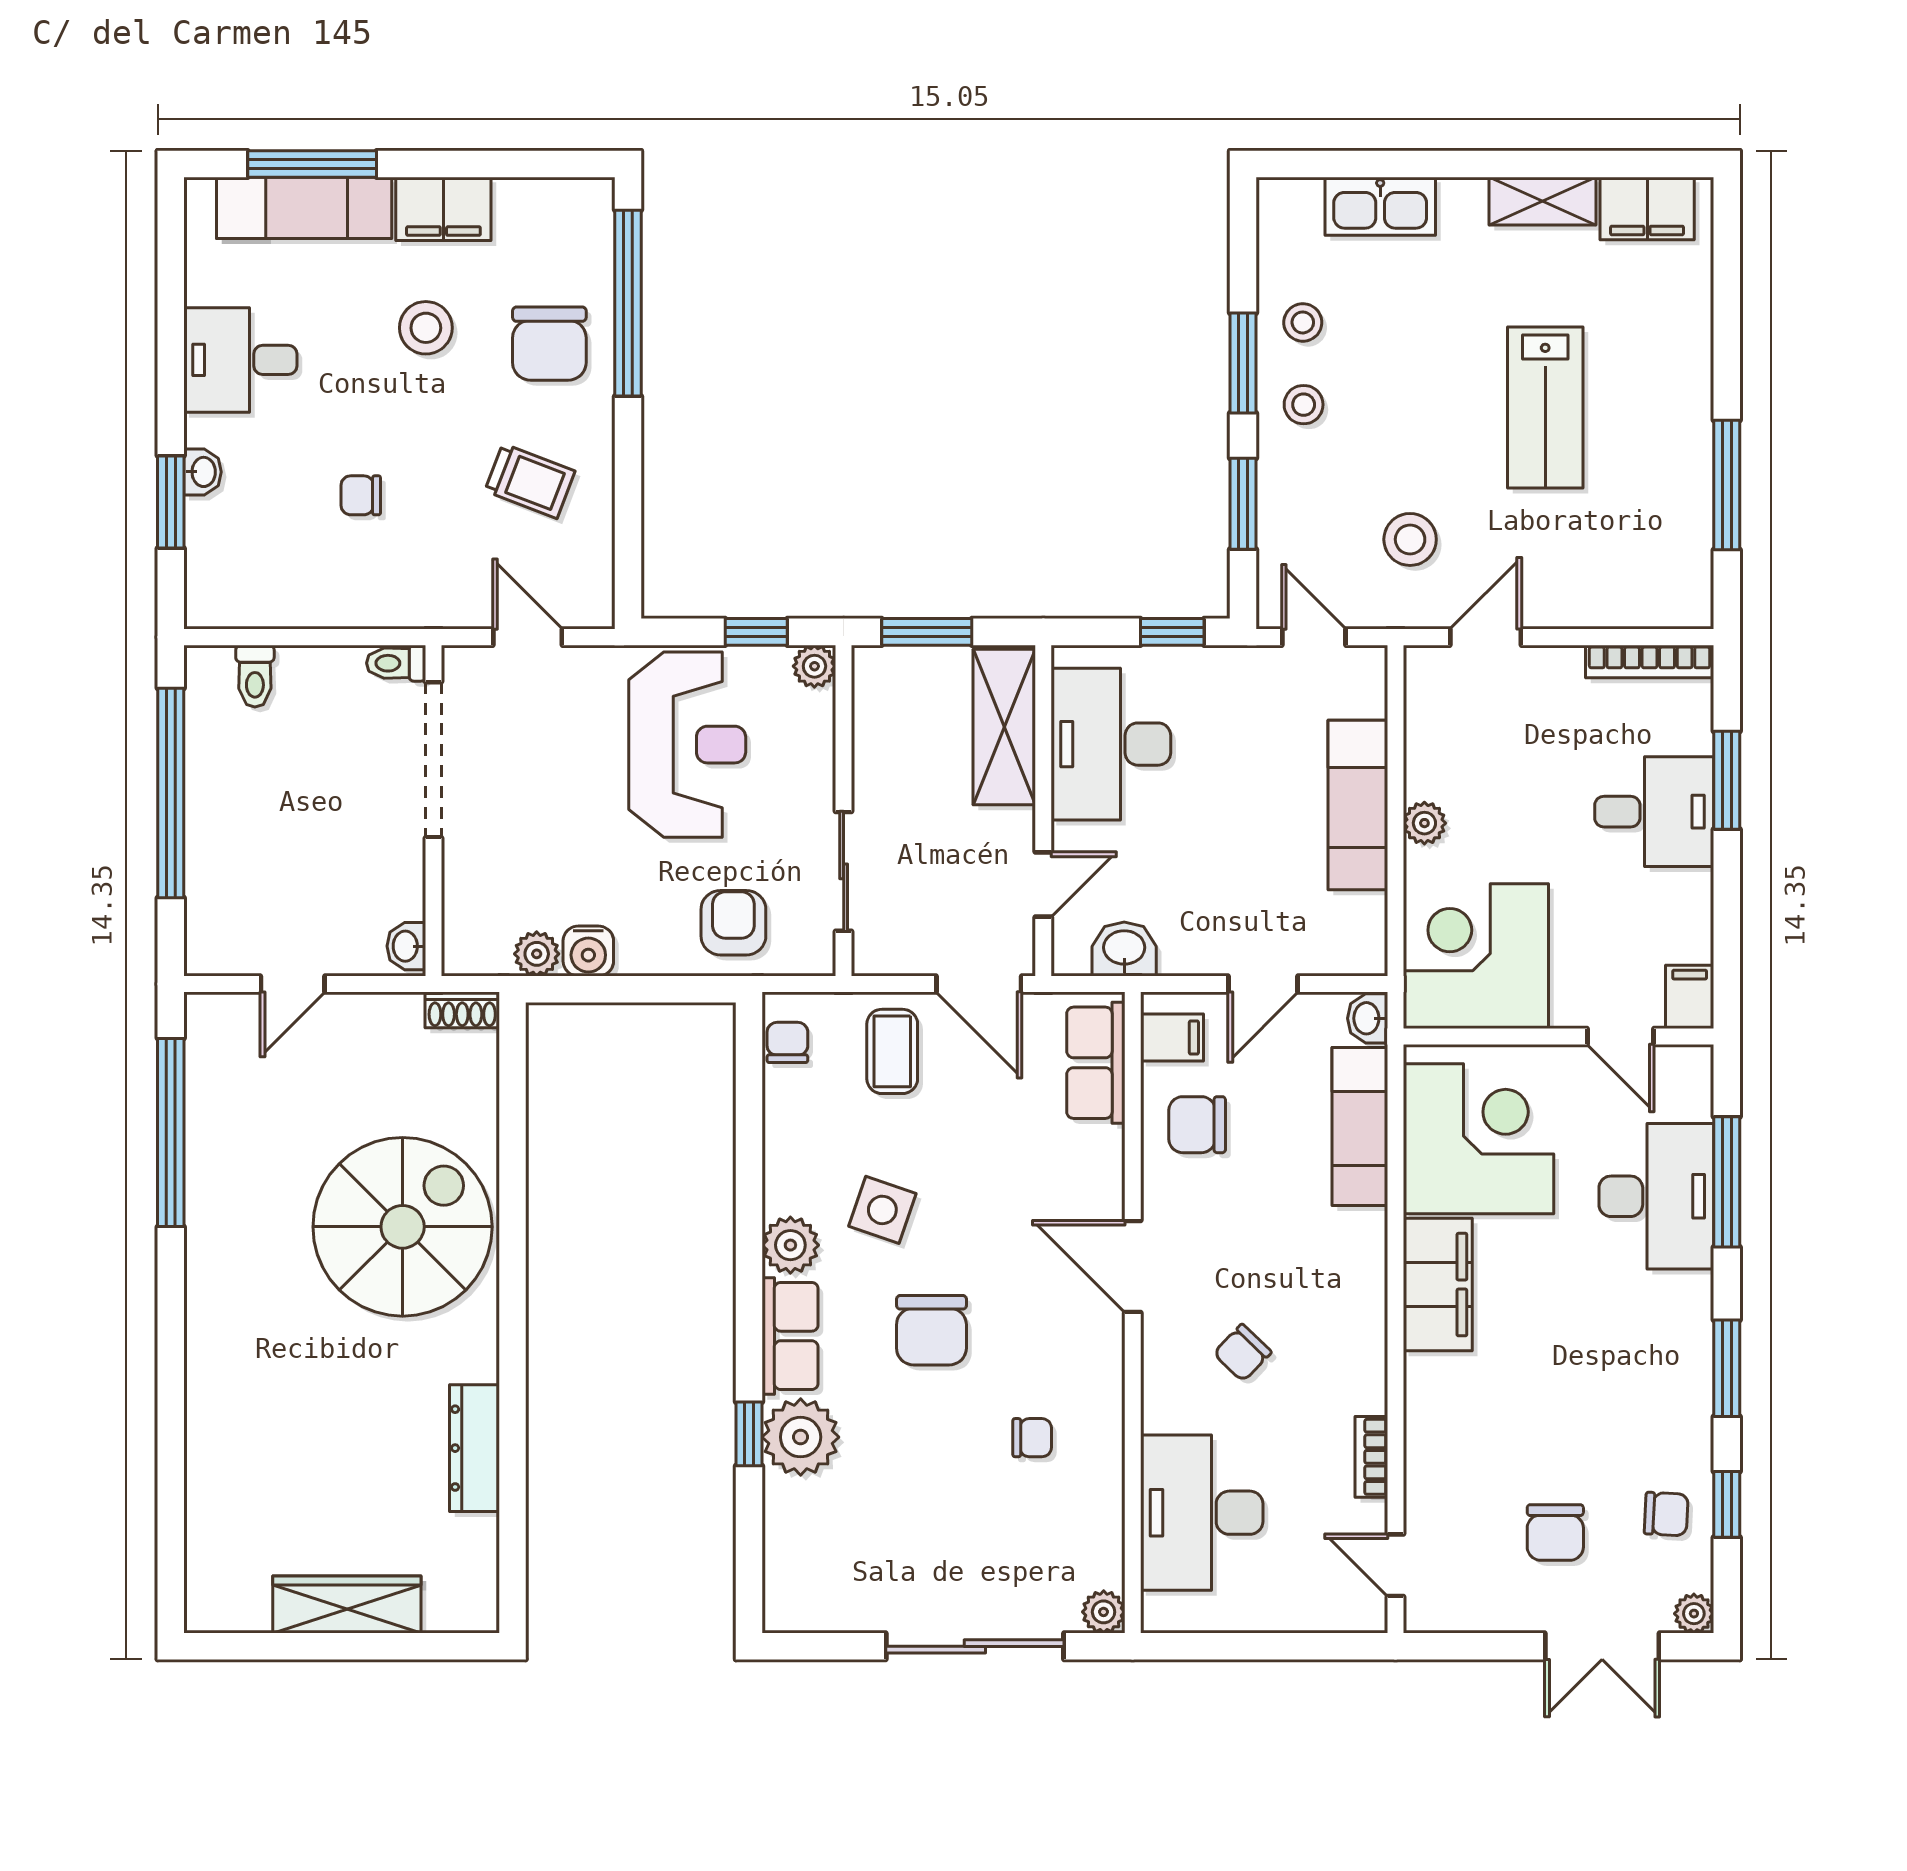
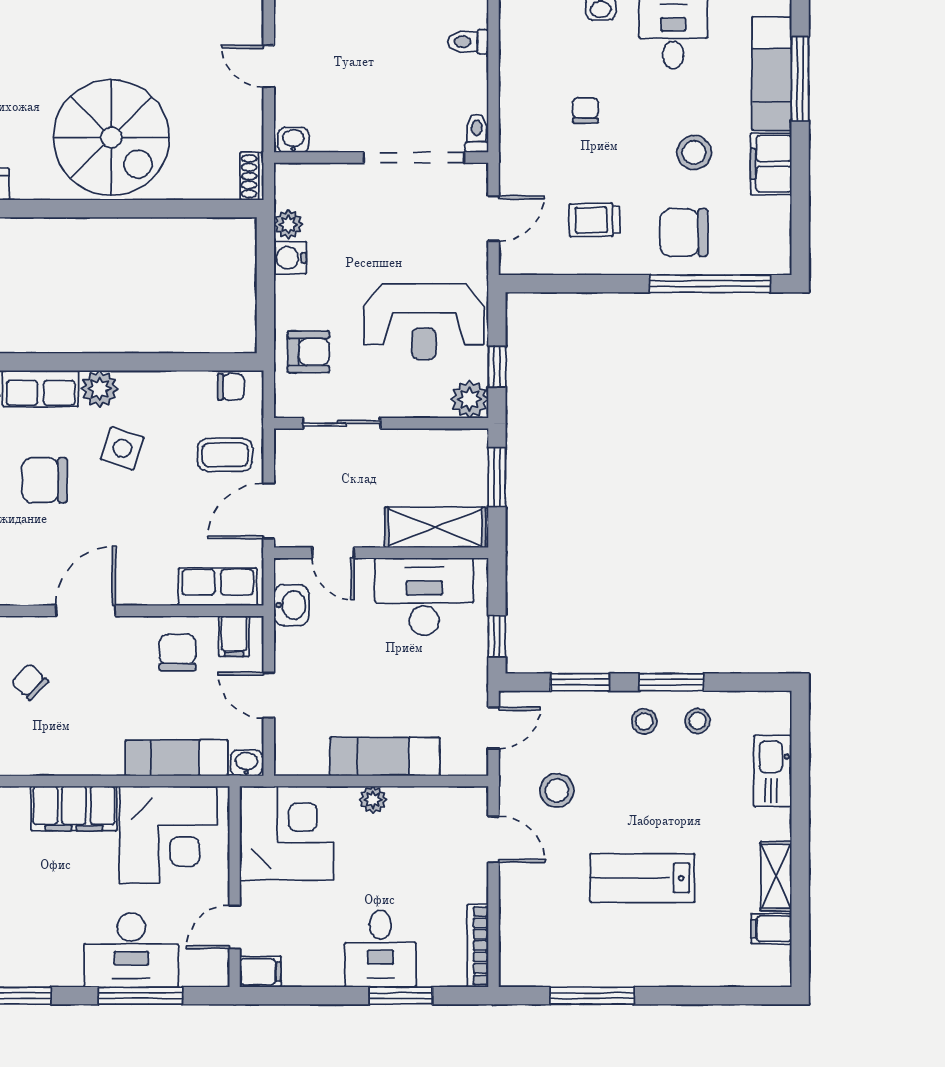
filing cabinet: (1647, 209) -> (771, 929), width x0.50
trolley: (530, 481) -> (595, 220), turned 68
plant: (814, 666) -> (470, 399), width x1.38, depth x1.38

